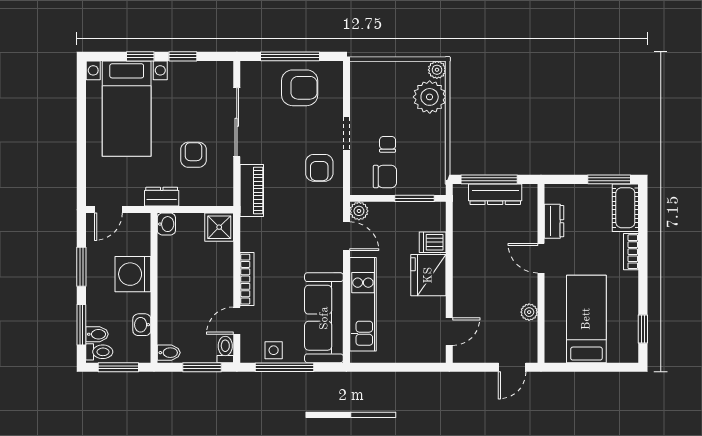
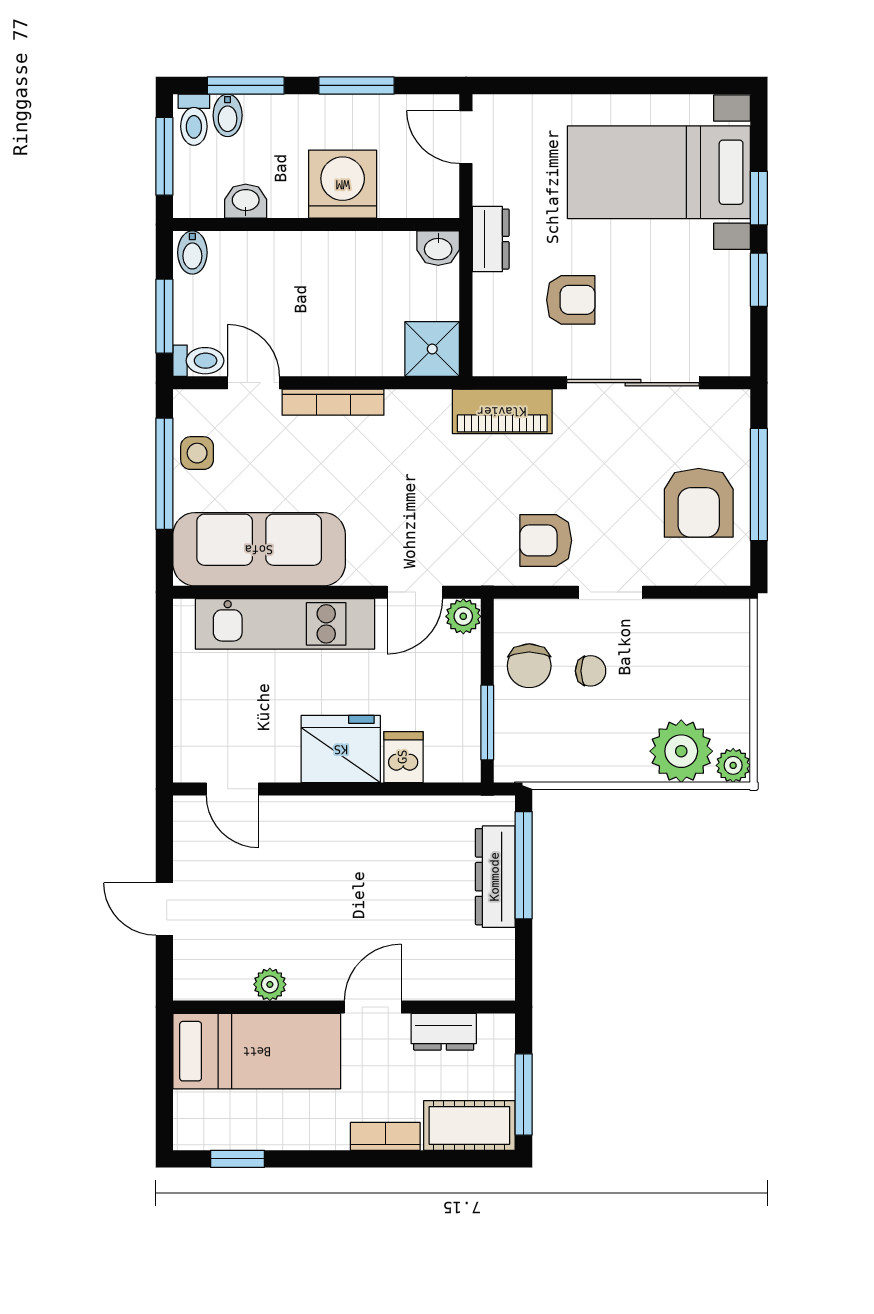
dresser: (554, 221) -> (444, 1032), moved
door: (541, 258) -> (373, 1007), moved
wall: (541, 273) -> (344, 1007), moved
plant: (529, 312) -> (270, 984), moved

